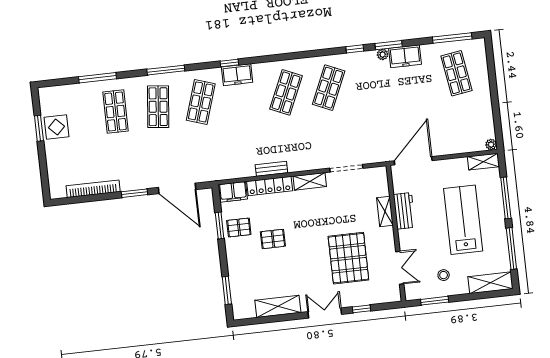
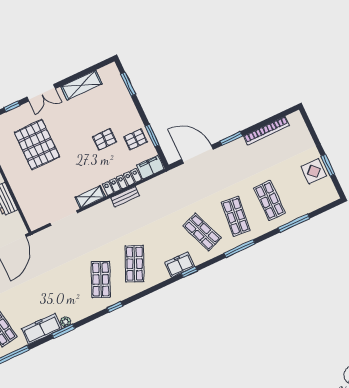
window: (355, 49) -> (115, 307), moved
freezer: (405, 56) -> (42, 329), width x1.40
shop shelf: (201, 102) -> (202, 232), turned -39
shelving: (385, 211) -> (20, 193), removed

